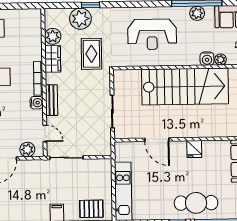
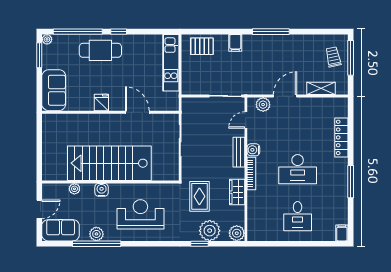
plant: (53, 36) -> (237, 233), moved
water cooler: (207, 59) -> (102, 190), moved
door: (45, 133) -> (246, 120), hinge flipped

